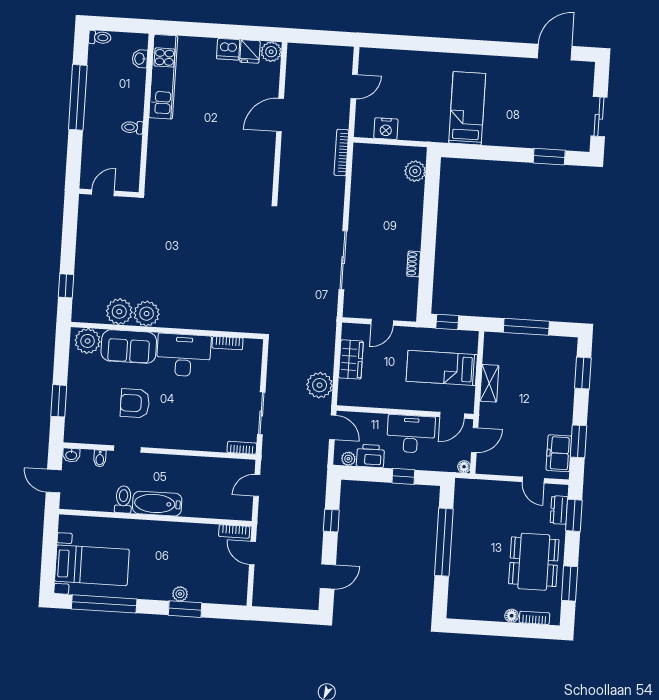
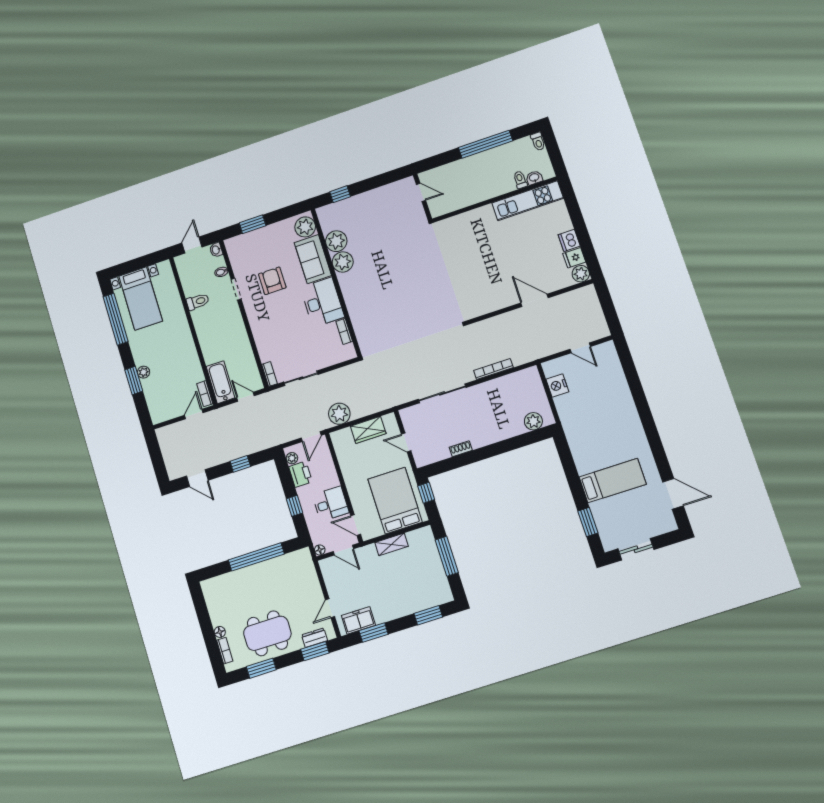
bed: (467, 108) -> (613, 481), moved
toilet: (132, 127) -> (520, 180), moved
bookcase: (341, 153) -> (493, 369), moved
bed: (442, 368) -> (395, 501), width x1.50
desk: (411, 434) -> (331, 504), width x0.73
bathtub: (157, 504) -> (220, 382), moved

